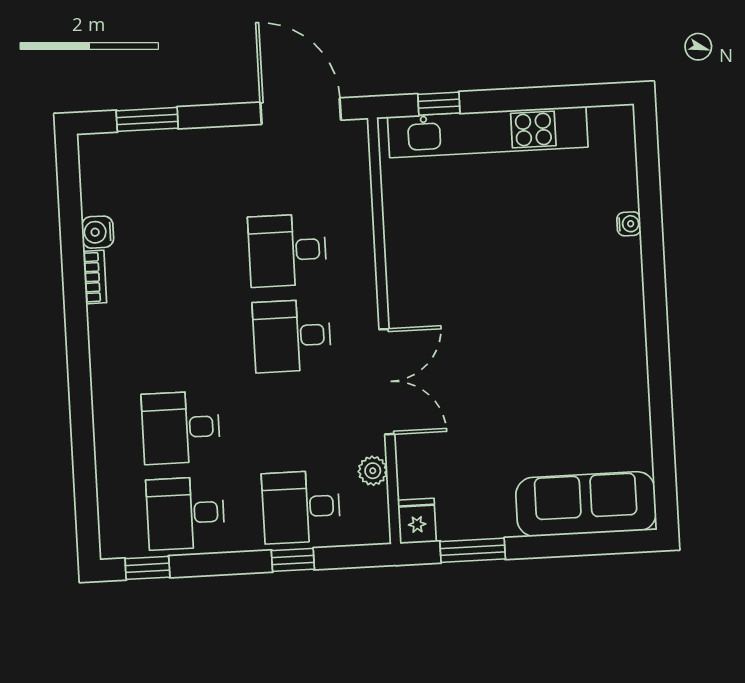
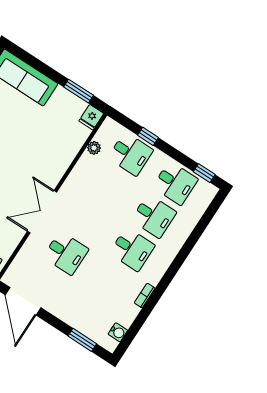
water cooler: (98, 232) -> (118, 332), moved
desk: (292, 336) -> (132, 249), moved
double door: (387, 382) -> (42, 212), moved

